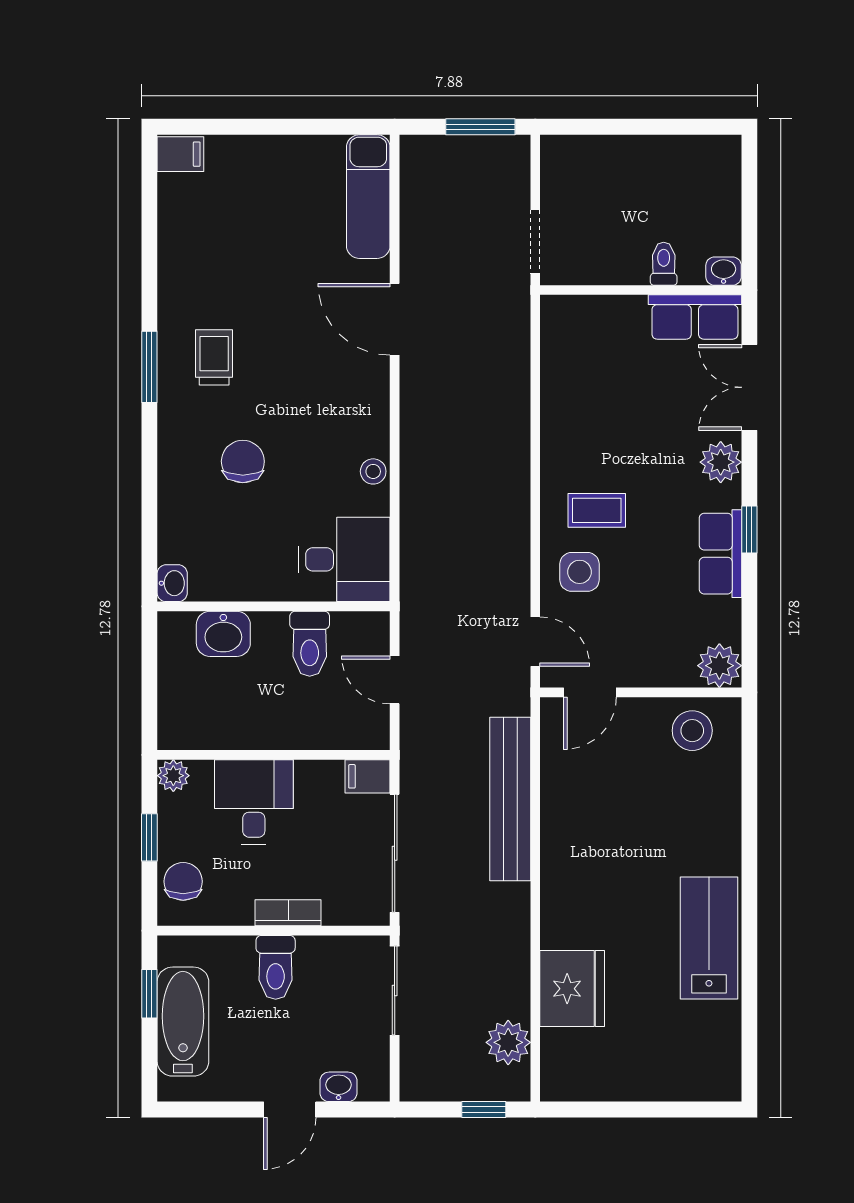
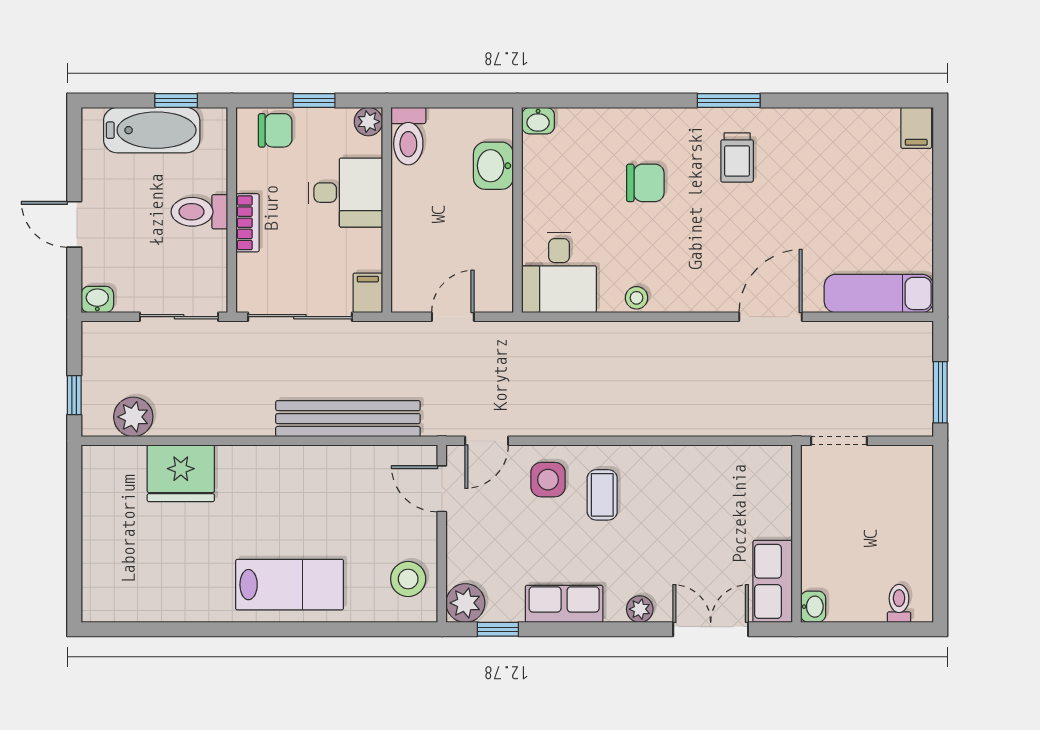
toilet: (664, 264) -> (899, 603), moved, turned -90
trolley: (214, 357) -> (737, 158), turned 90
plant: (721, 462) -> (640, 609), width x0.73, depth x0.73
window: (749, 530) -> (498, 629), moved
toilet: (310, 644) -> (408, 136), moved, turned -90
lab bench: (709, 938) -> (290, 585), moved
washbasin: (339, 1087) -> (97, 299), moved, turned -90

